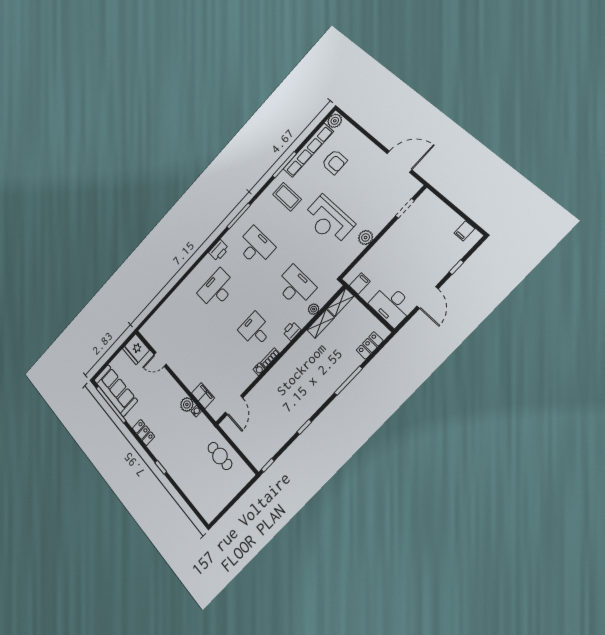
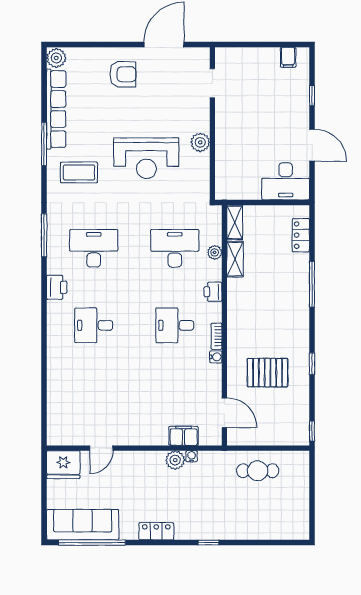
armchair: (334, 162) -> (123, 74), moved
filing cabinet: (360, 284) -> (237, 189), removed
desk: (217, 289) -> (94, 325), width x0.73
pallet: (276, 407) -> (268, 373), added

